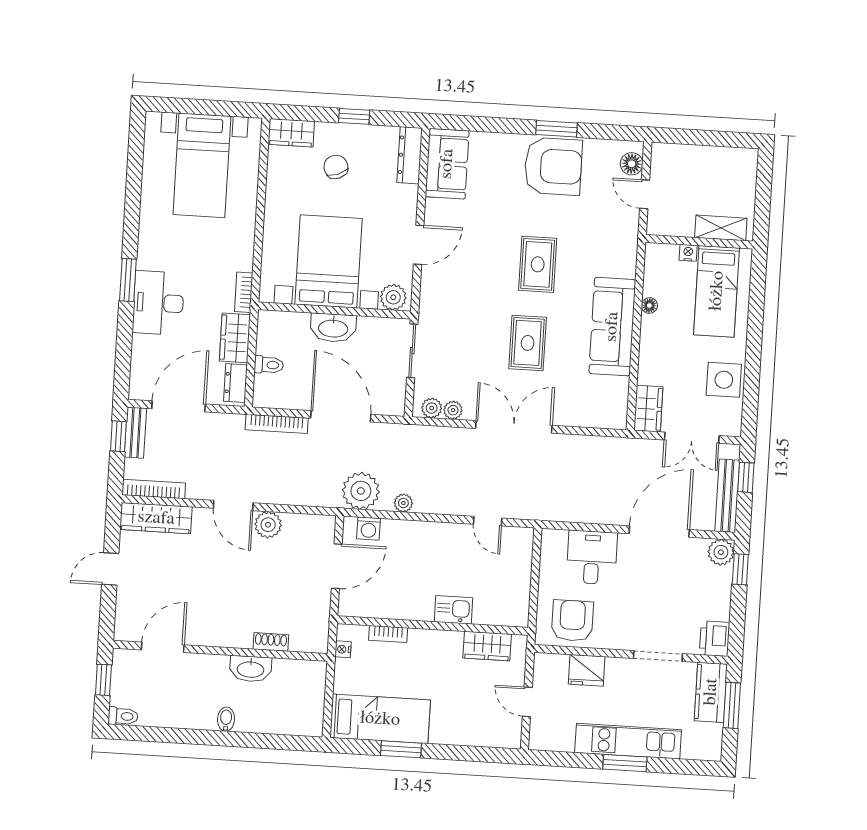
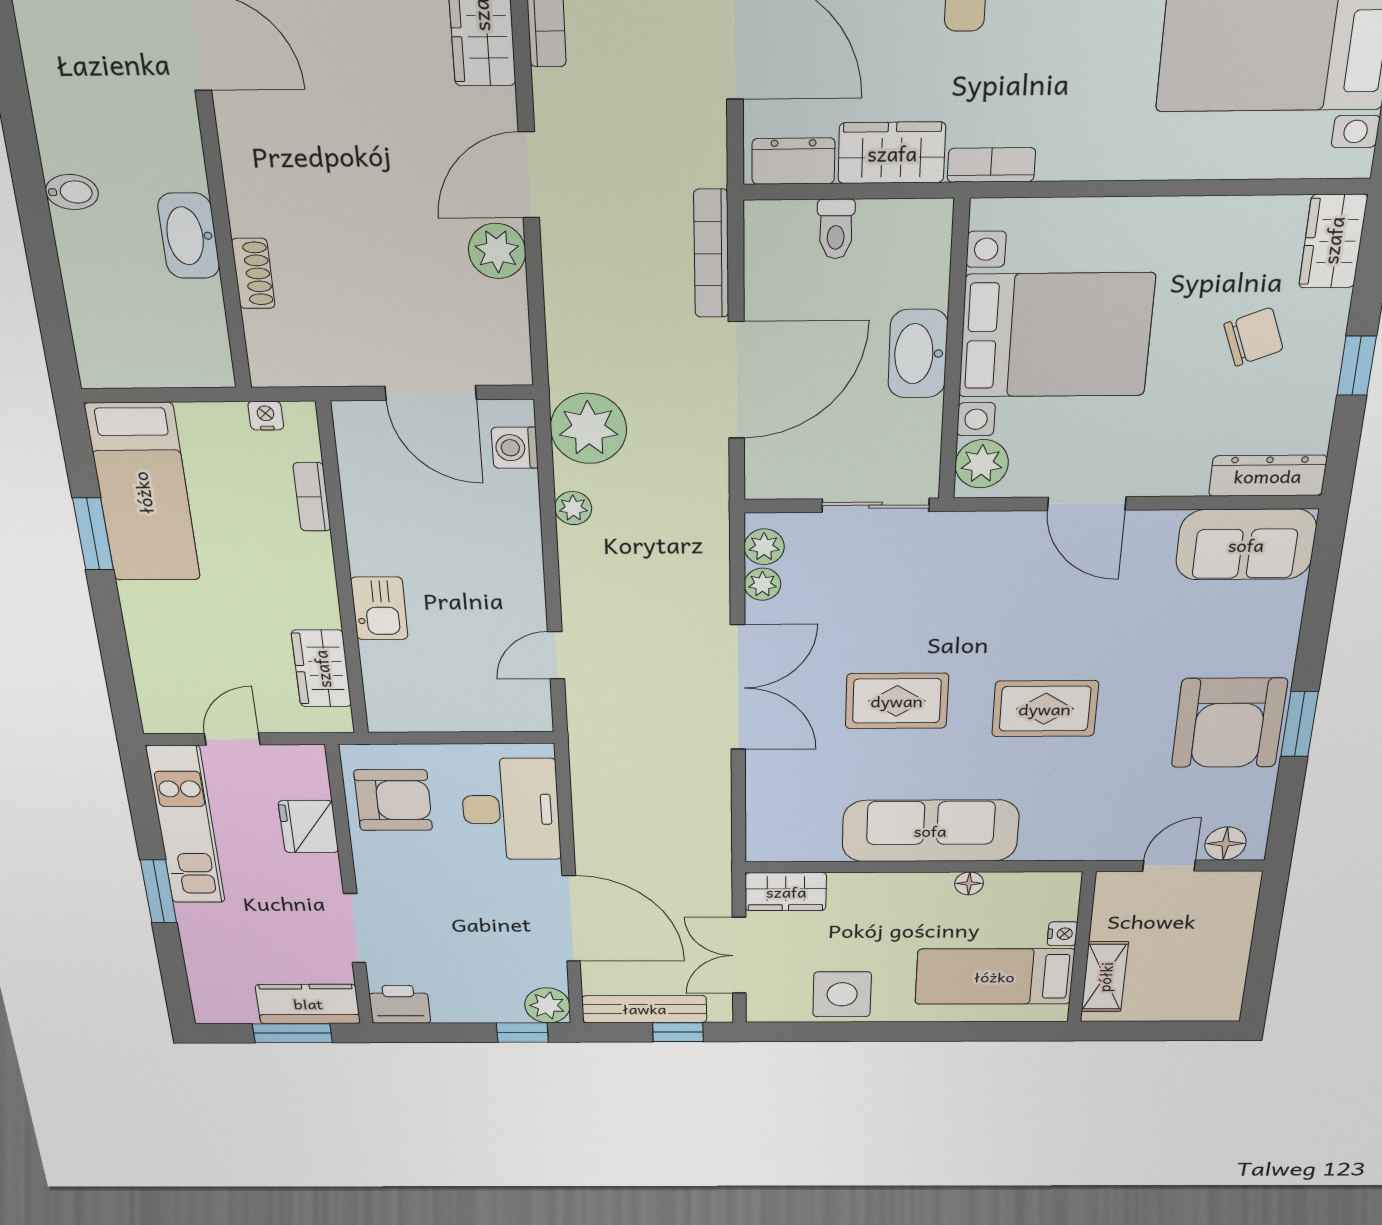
desk: (592, 557) -> (511, 810), width x1.37
kitchen unit: (628, 741) -> (186, 825), moved

